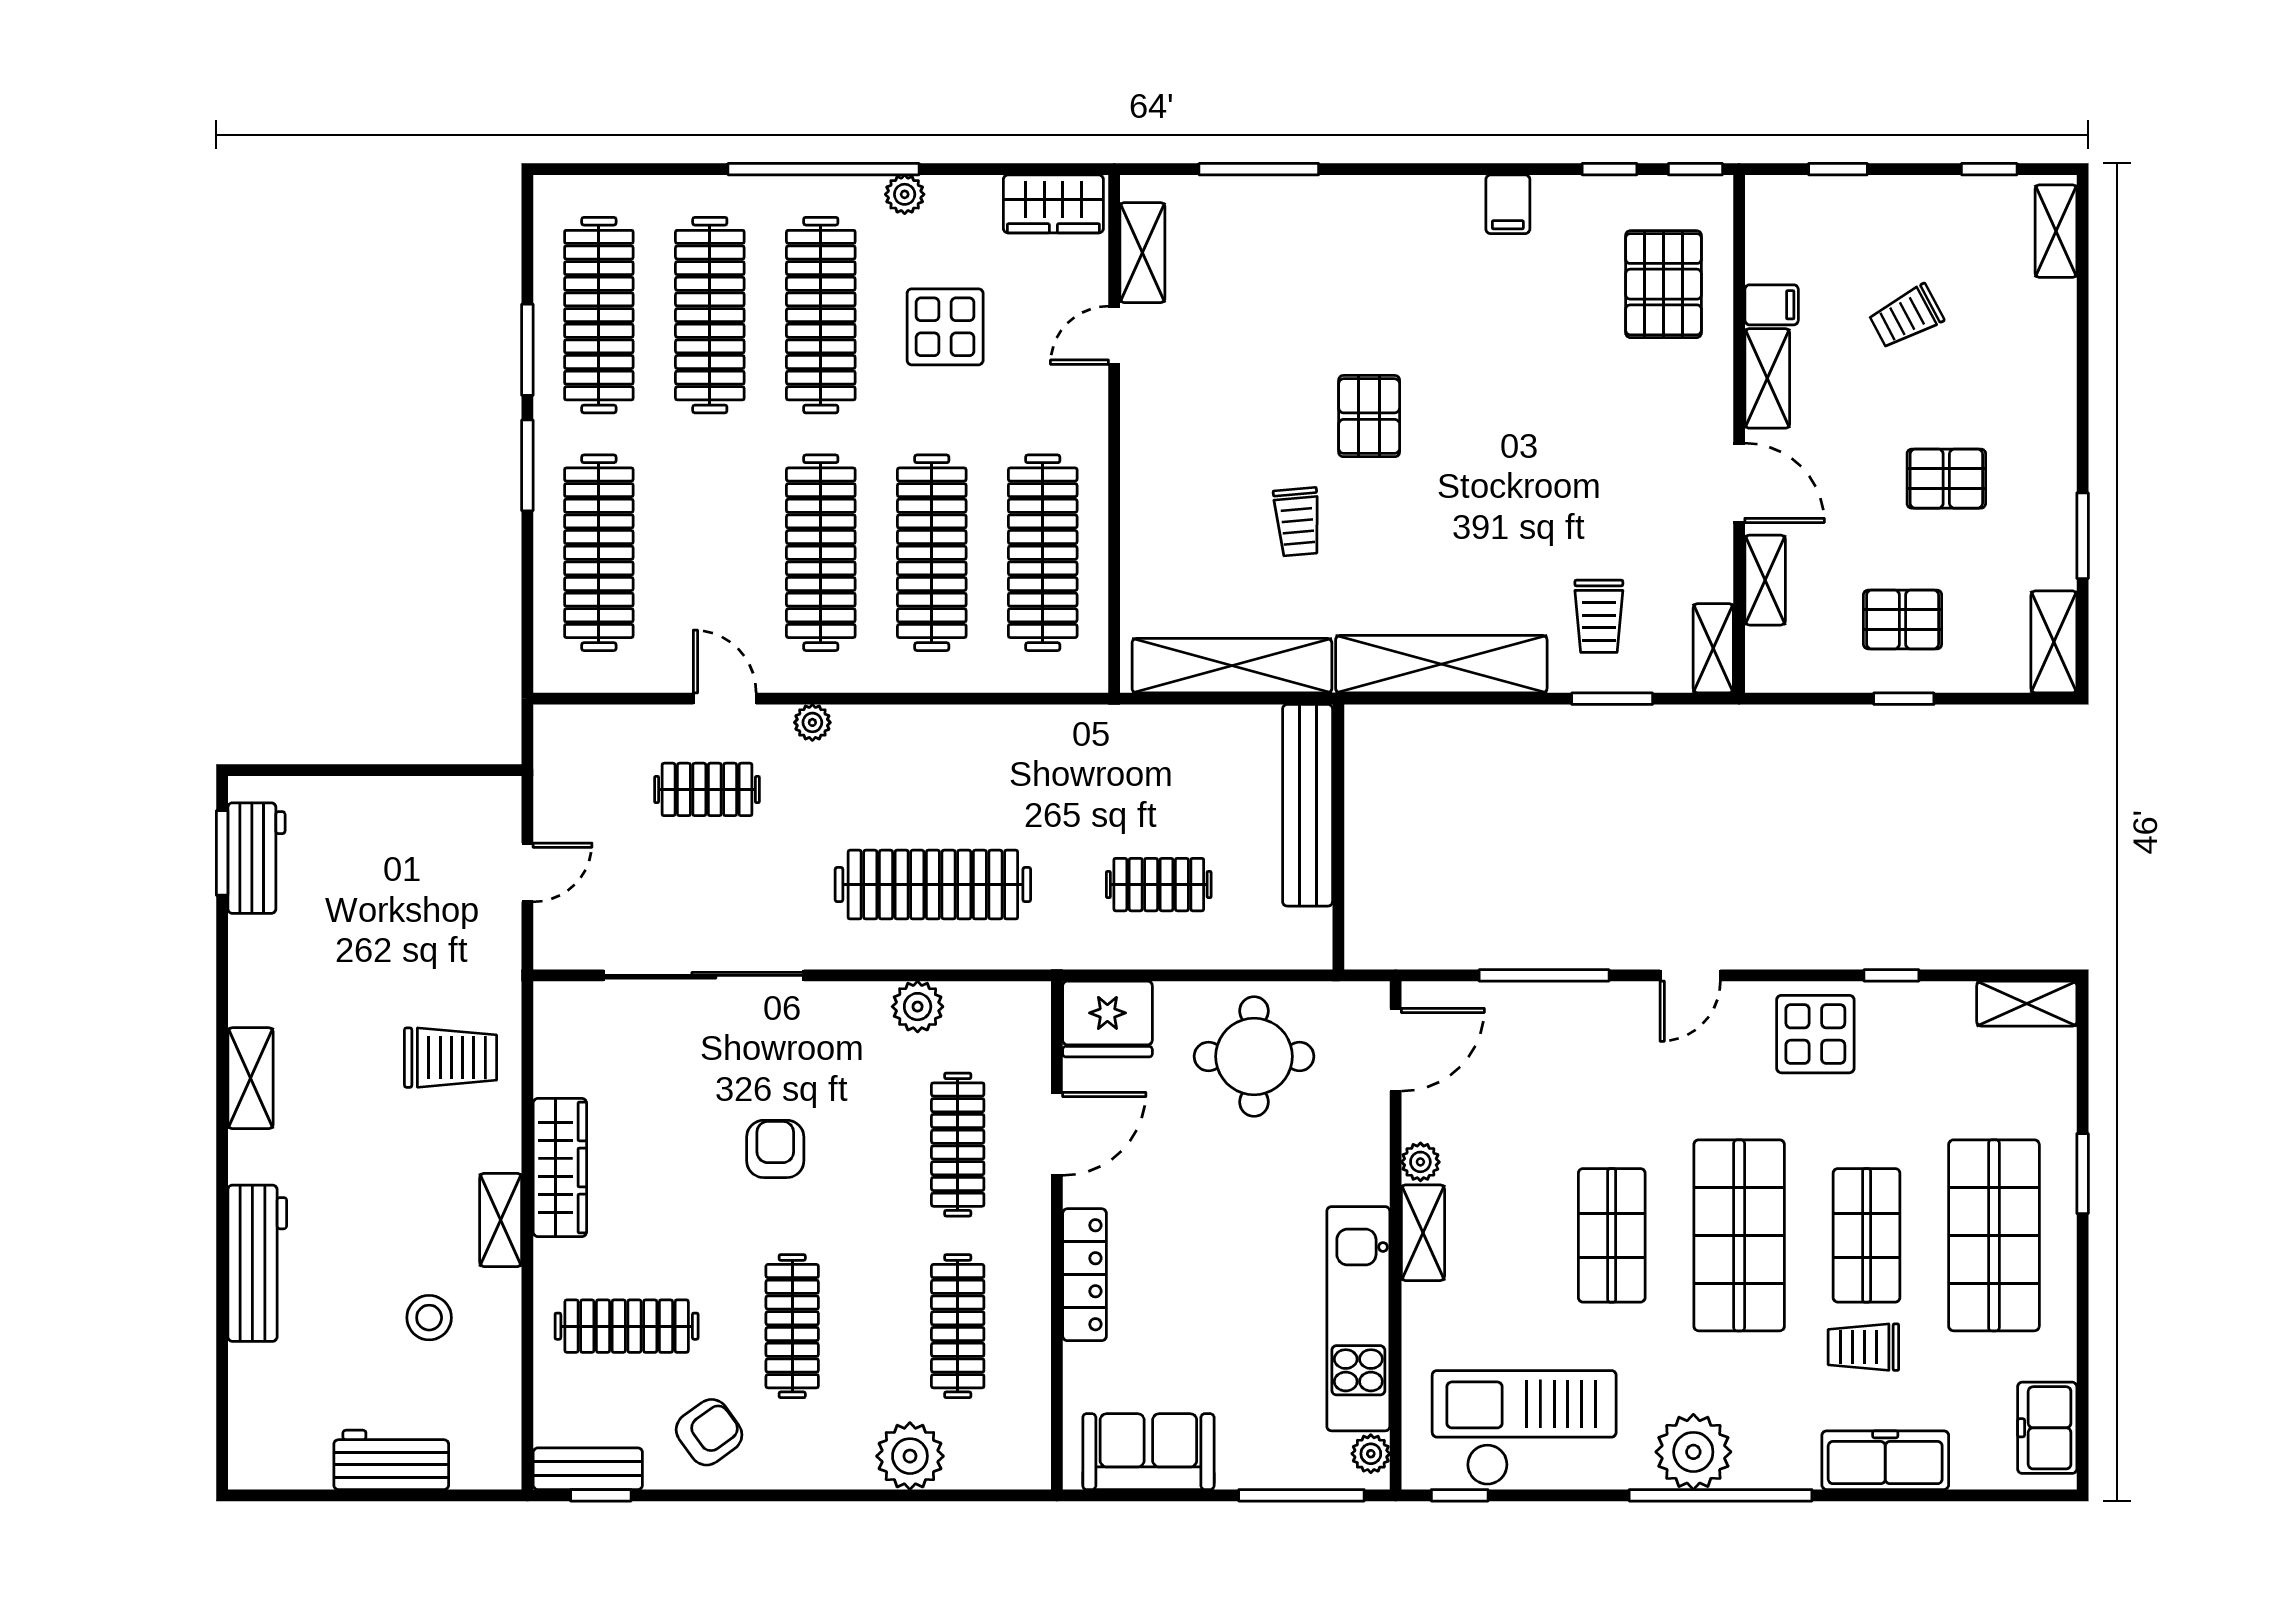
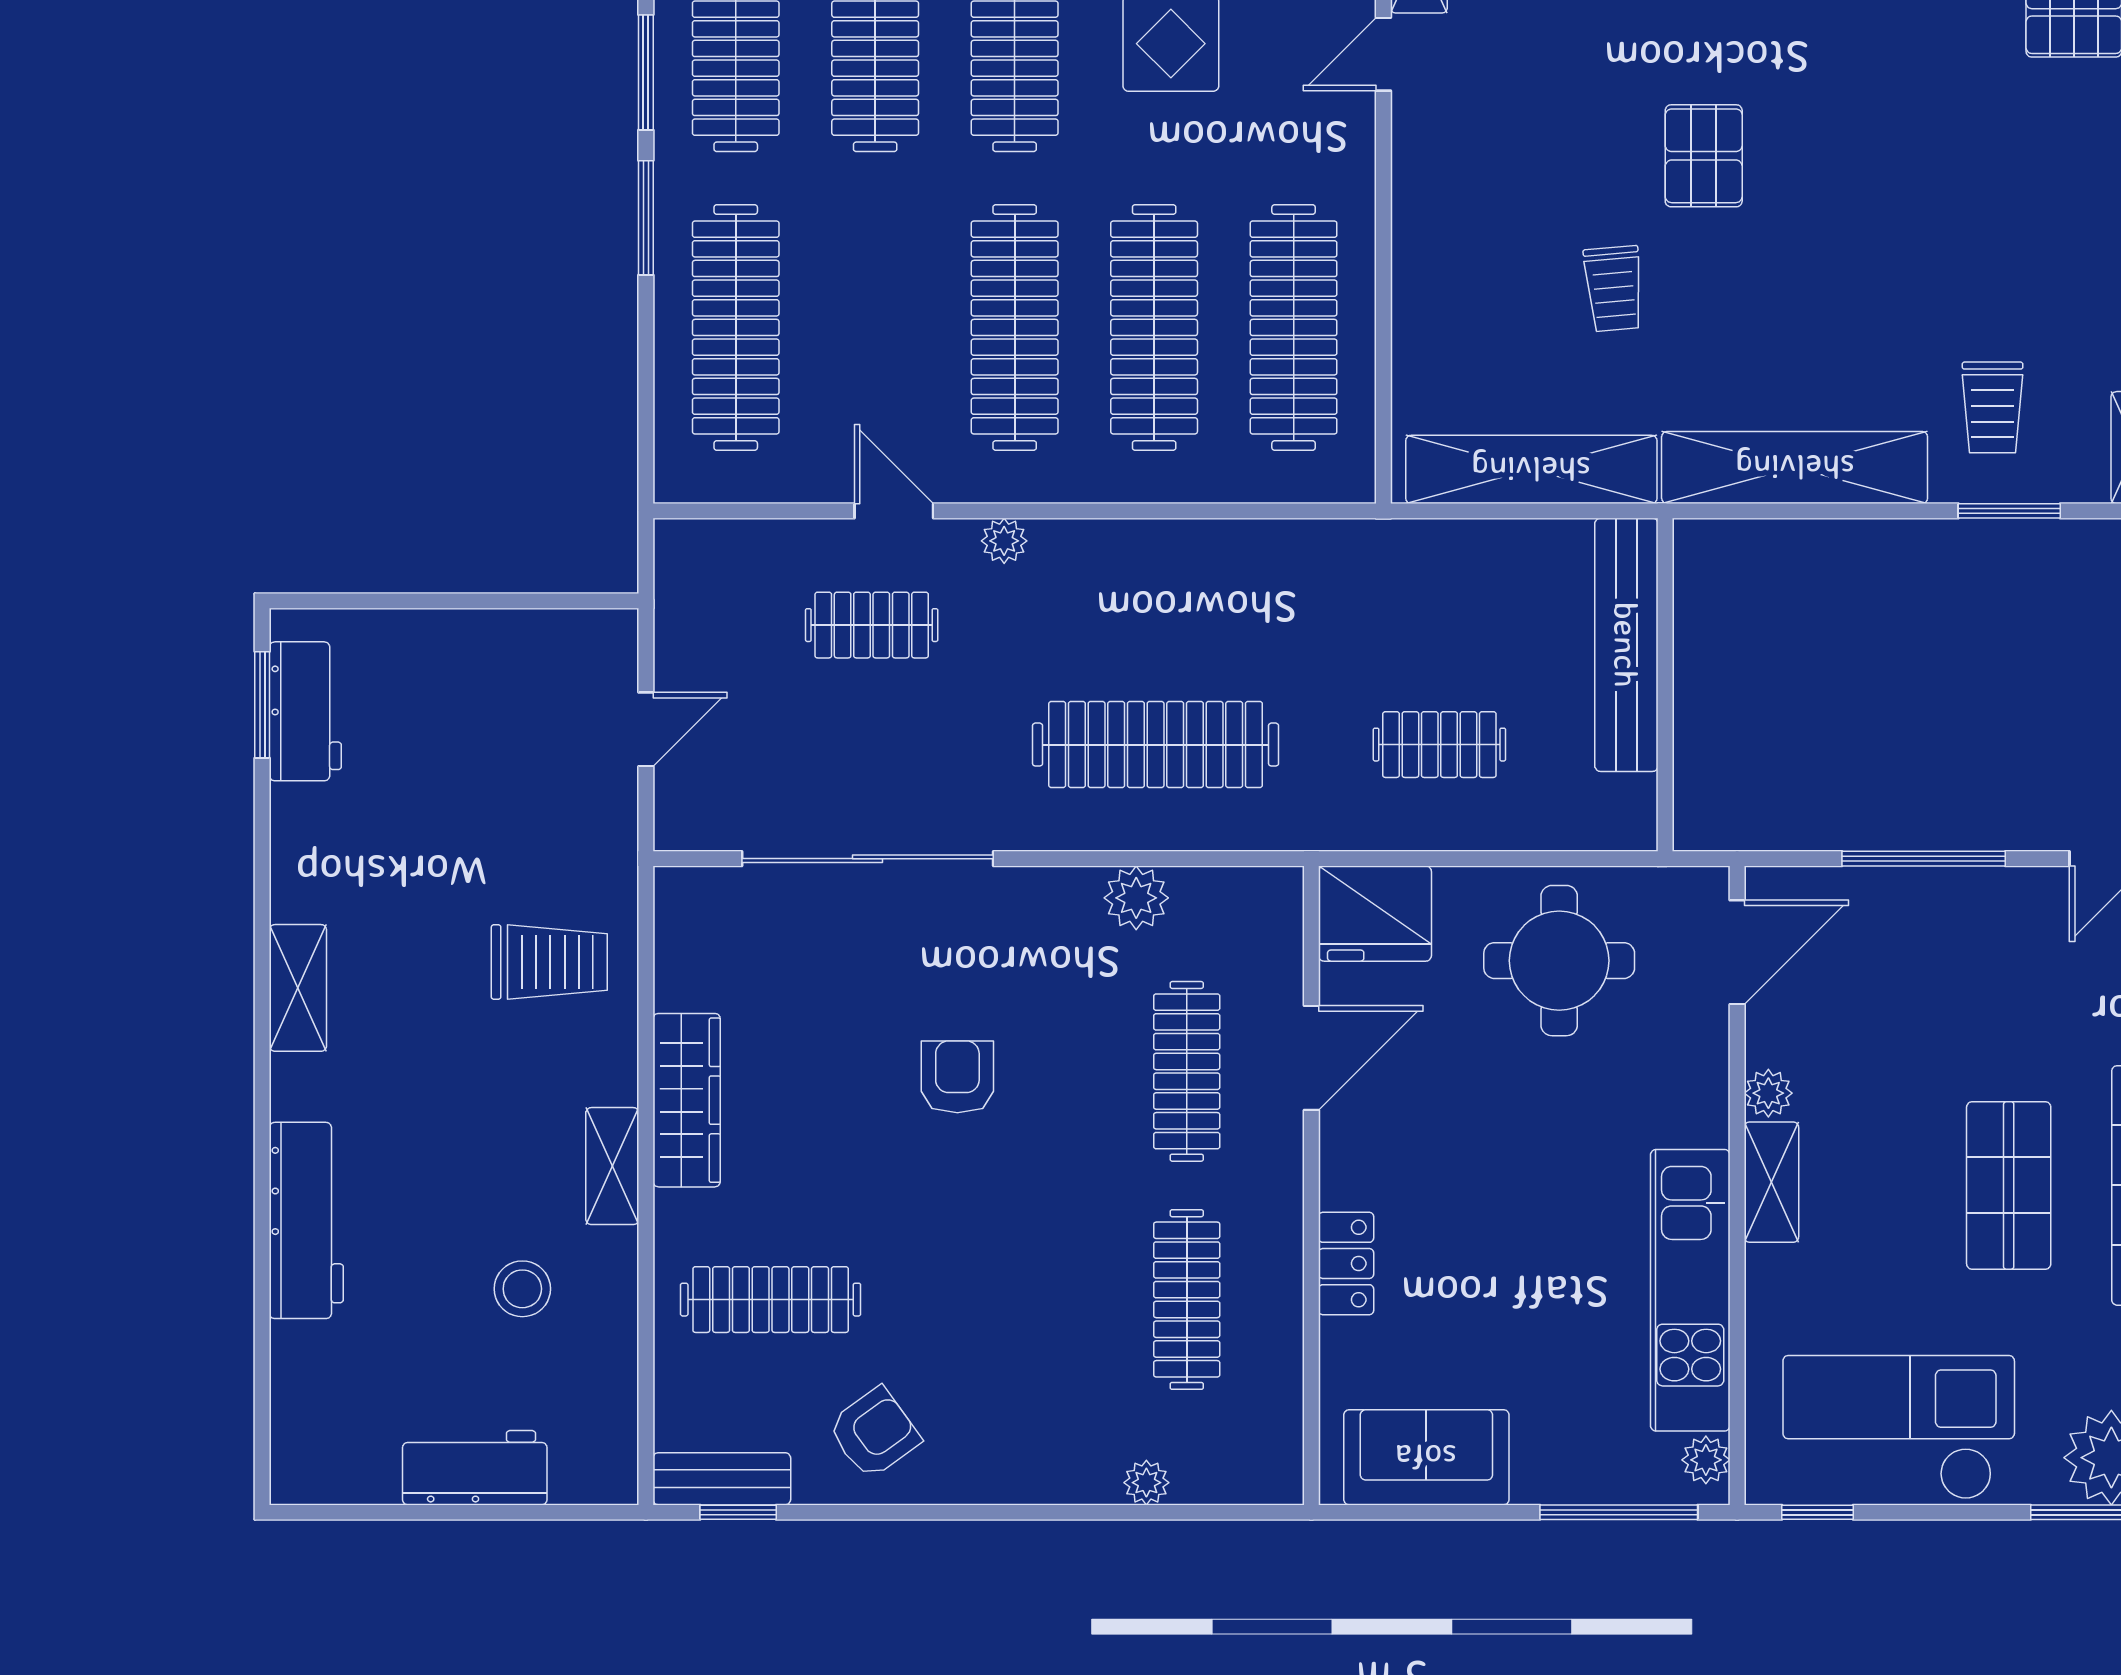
locker: (1085, 1275) -> (1346, 1264), width x0.66
clothes rail: (792, 1326) -> (979, 1300), removed
plant: (910, 1456) -> (1146, 1483), width x0.53, depth x0.53

